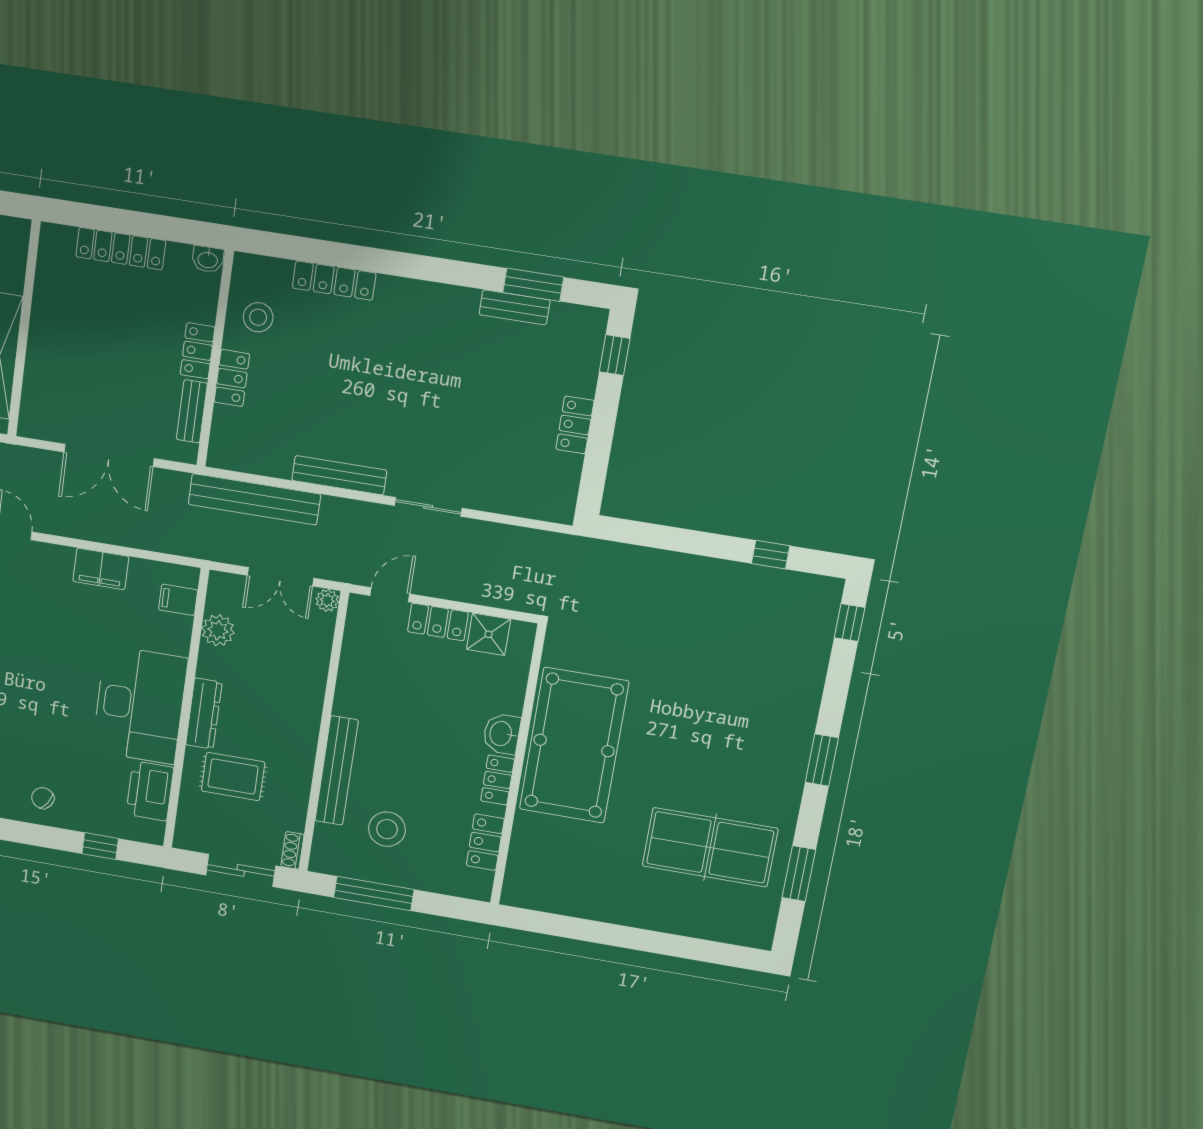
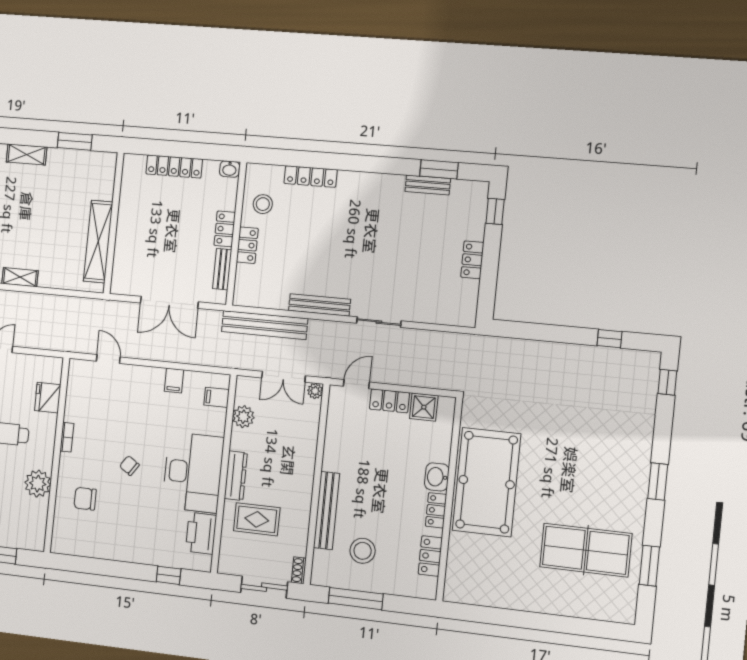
filing cabinet: (101, 569) -> (174, 380), width x0.50
chair: (43, 798) -> (129, 466), moved

